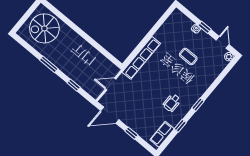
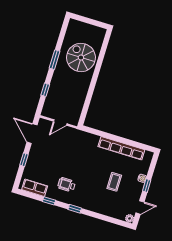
spiral stairs: (44, 28) -> (81, 57), moved
row of seats: (141, 58) -> (121, 148), moved
door: (111, 84) -> (60, 123), swing flipped

